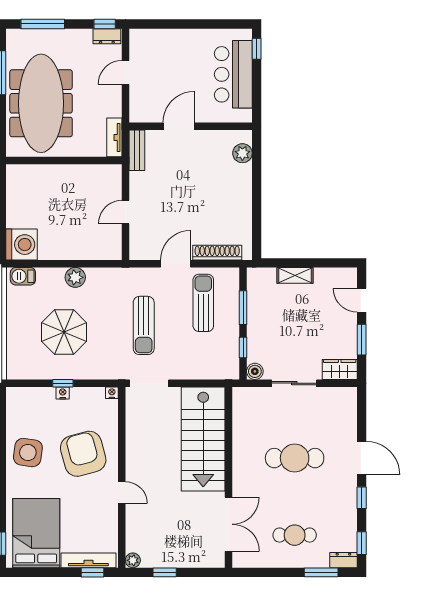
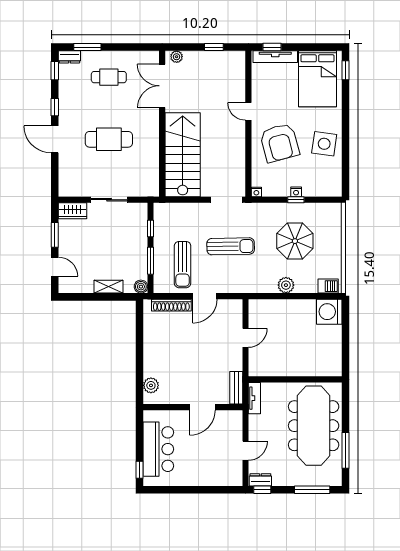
sun lounger: (144, 325) -> (231, 246), turned 89
boiler: (255, 371) -> (141, 287), moved
plant: (133, 560) -> (177, 57), moved

